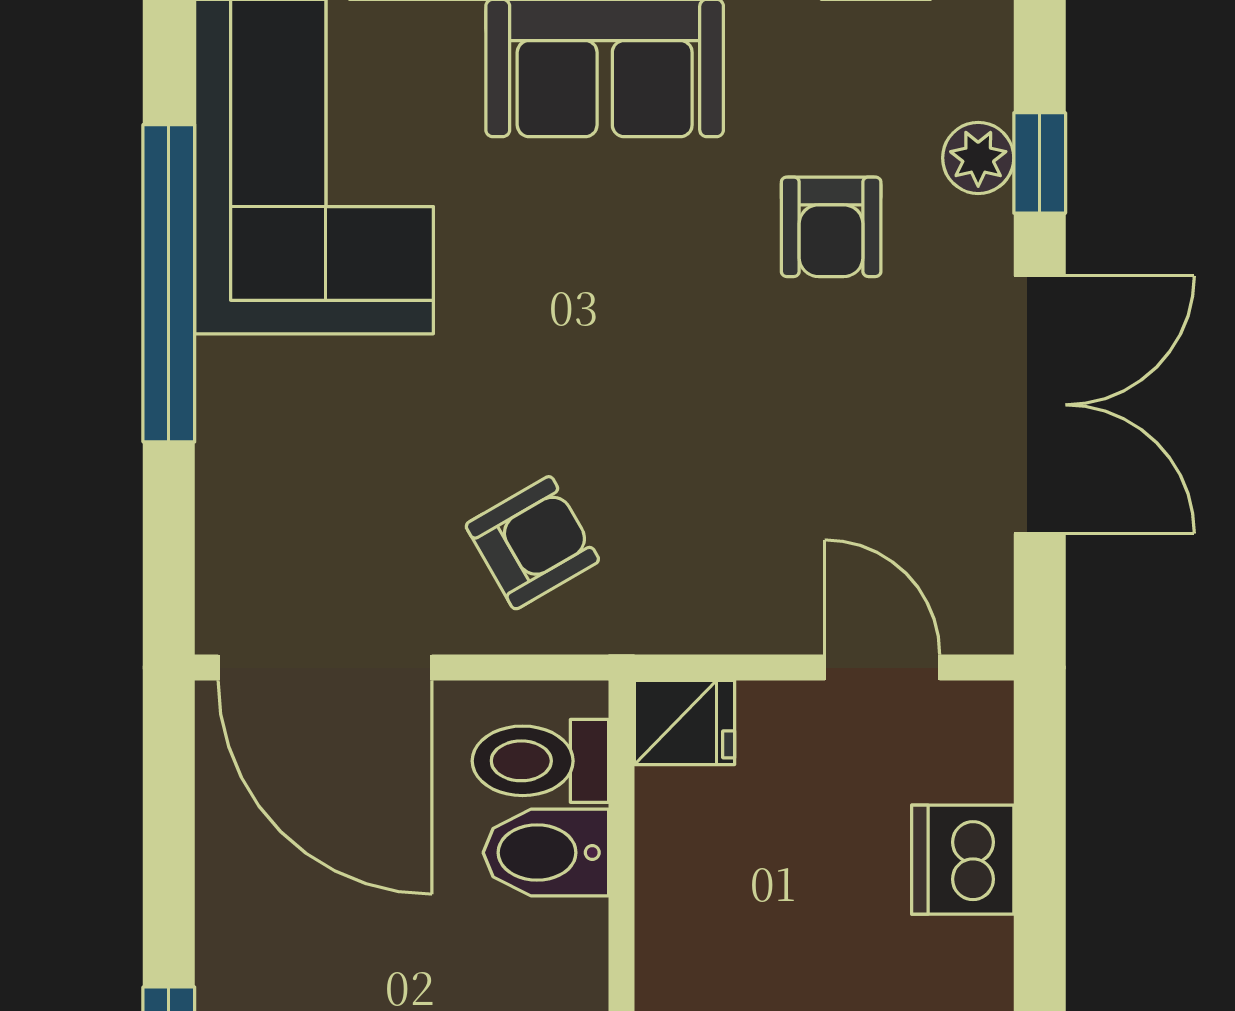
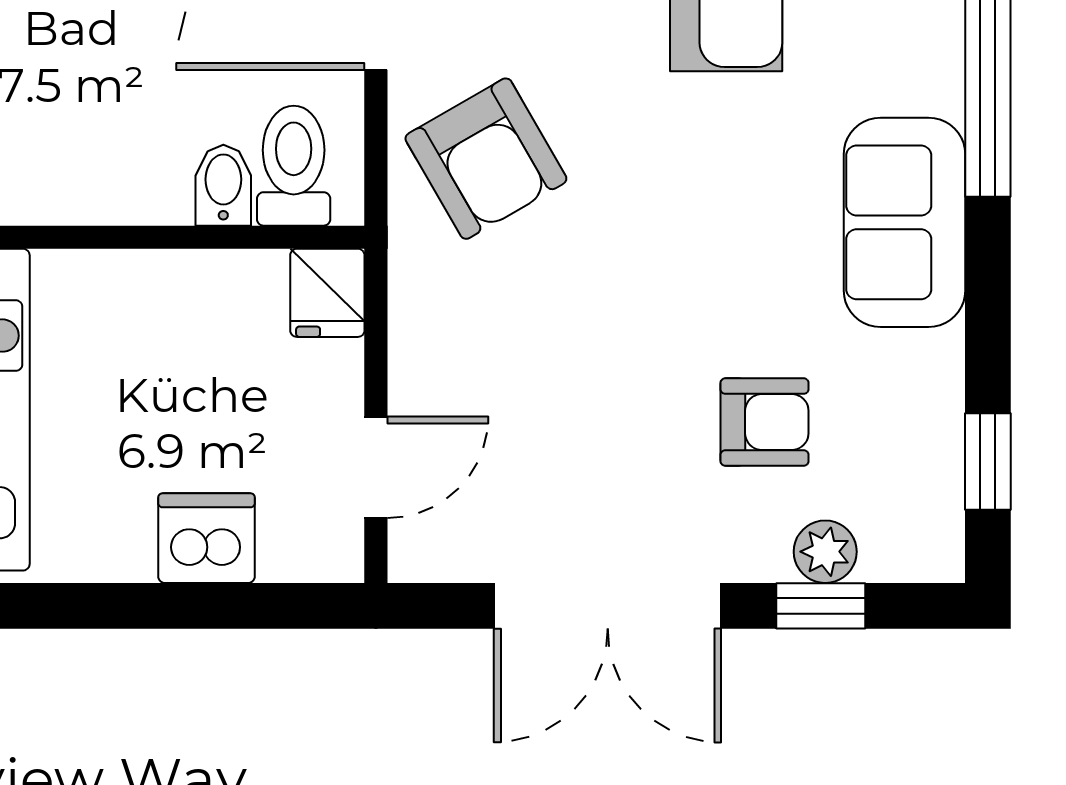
armchair: (831, 227) -> (765, 422), turned 180
armchair: (532, 543) -> (486, 159), width x1.38, depth x1.38
bidet: (546, 853) -> (223, 185), width x0.72, depth x0.74

